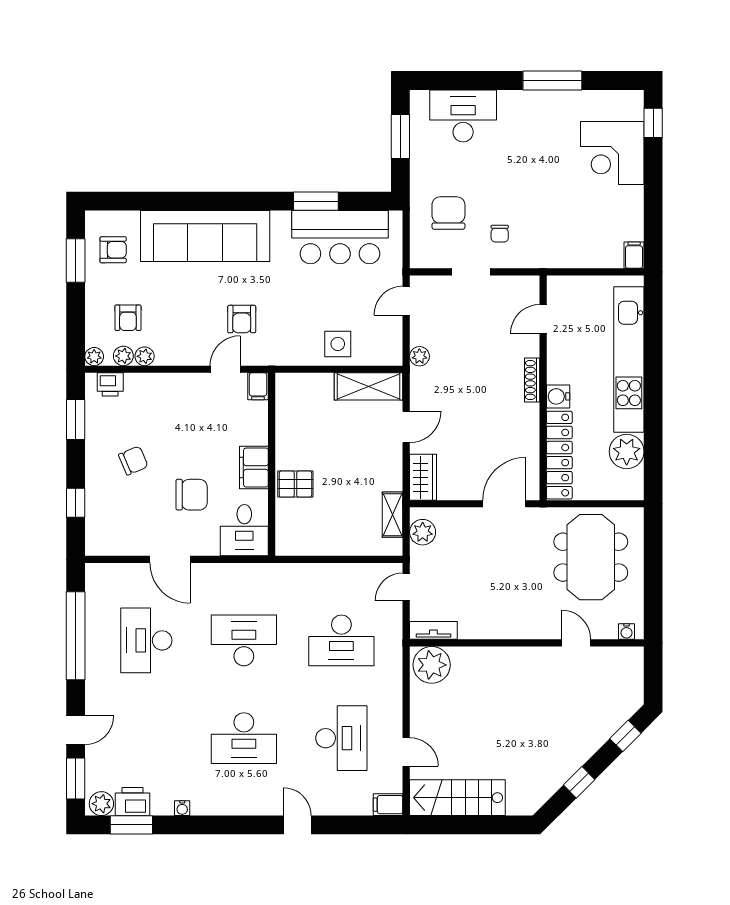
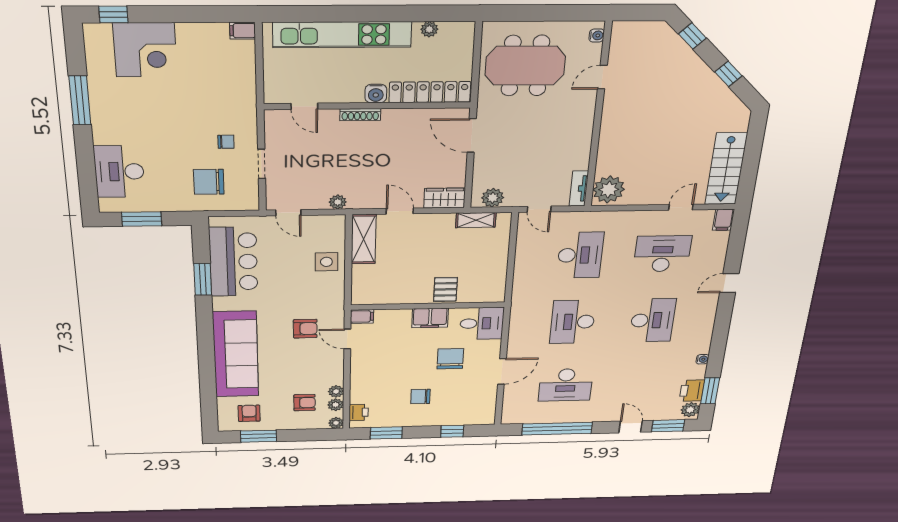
plant: (627, 452) -> (429, 29), width x0.53, depth x0.53
chair: (133, 461) -> (420, 397), turned -67

